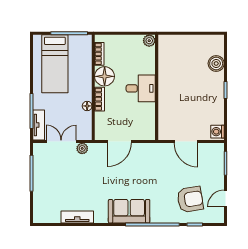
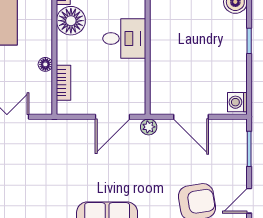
bookcase: (100, 99) -> (64, 83), moved
door: (119, 142) -> (113, 117), moved
plant: (82, 148) -> (149, 127), moved

